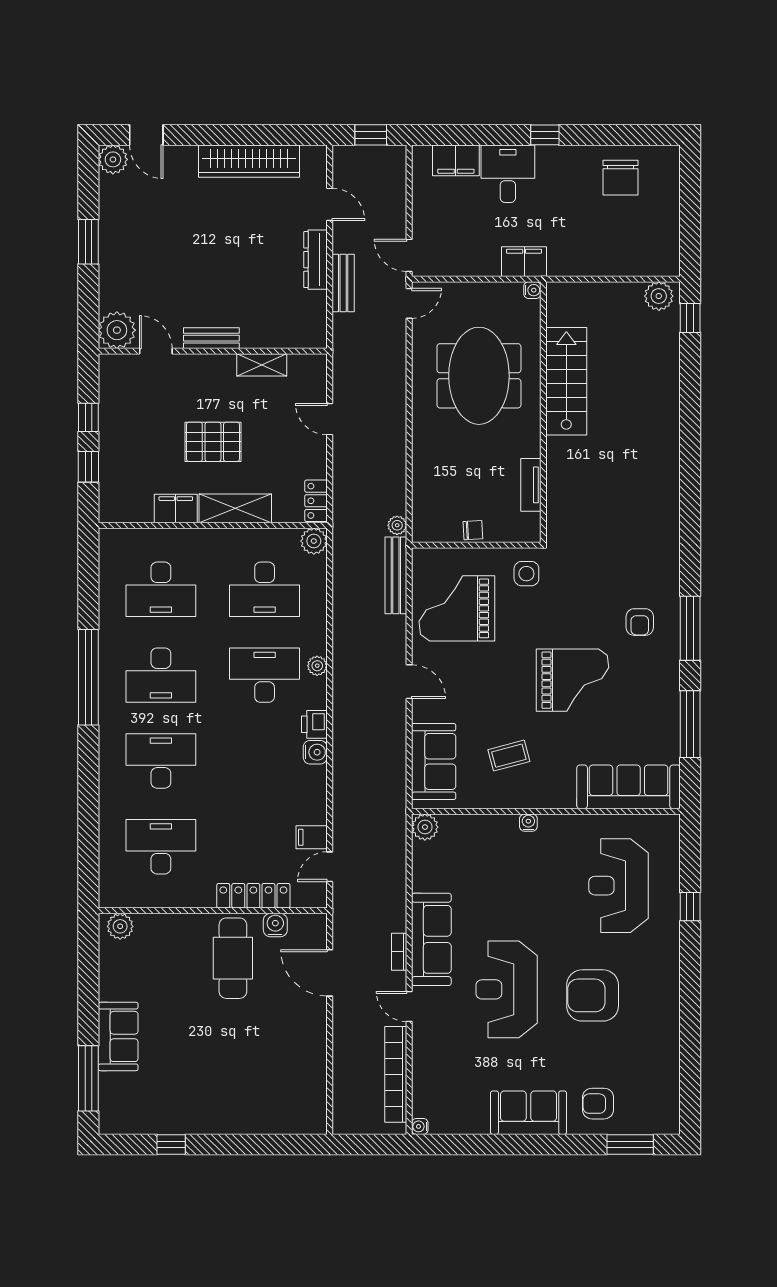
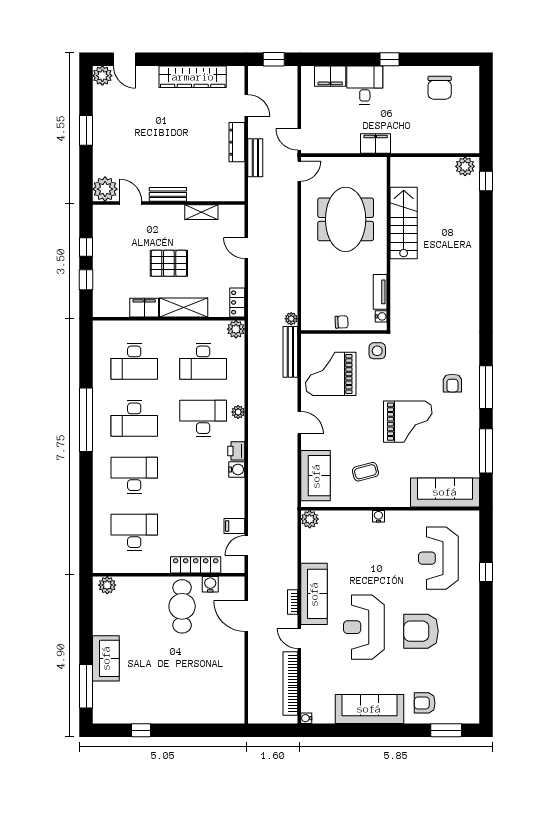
water cooler: (532, 290) -> (381, 316), moved
sofa: (529, 1113) -> (369, 709), width x1.36

